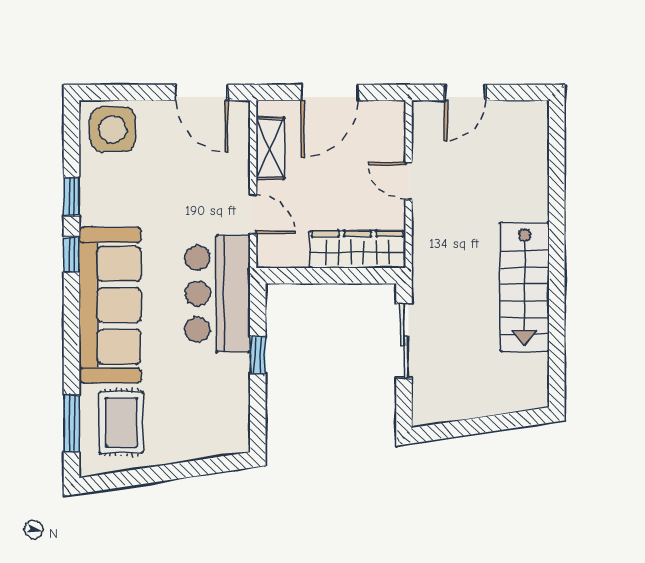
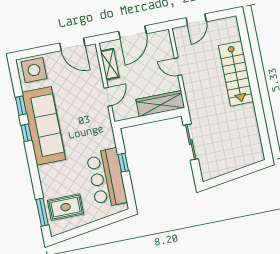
door: (253, 214) -> (108, 97), hinge flipped
stairs: (525, 287) -> (236, 74), moved
bar counter: (218, 294) -> (107, 178), moved
sofa: (110, 305) -> (44, 126), moved
rug: (121, 422) -> (66, 207), turned 90

